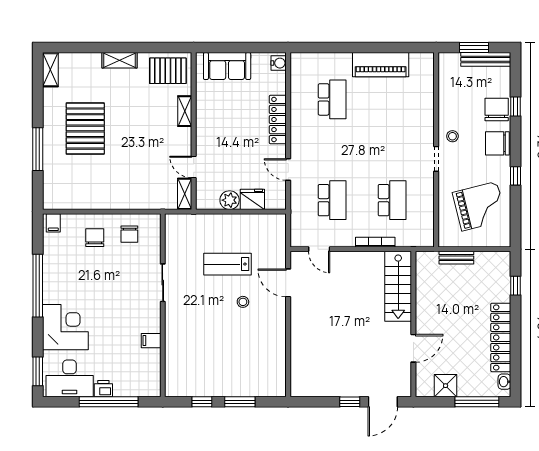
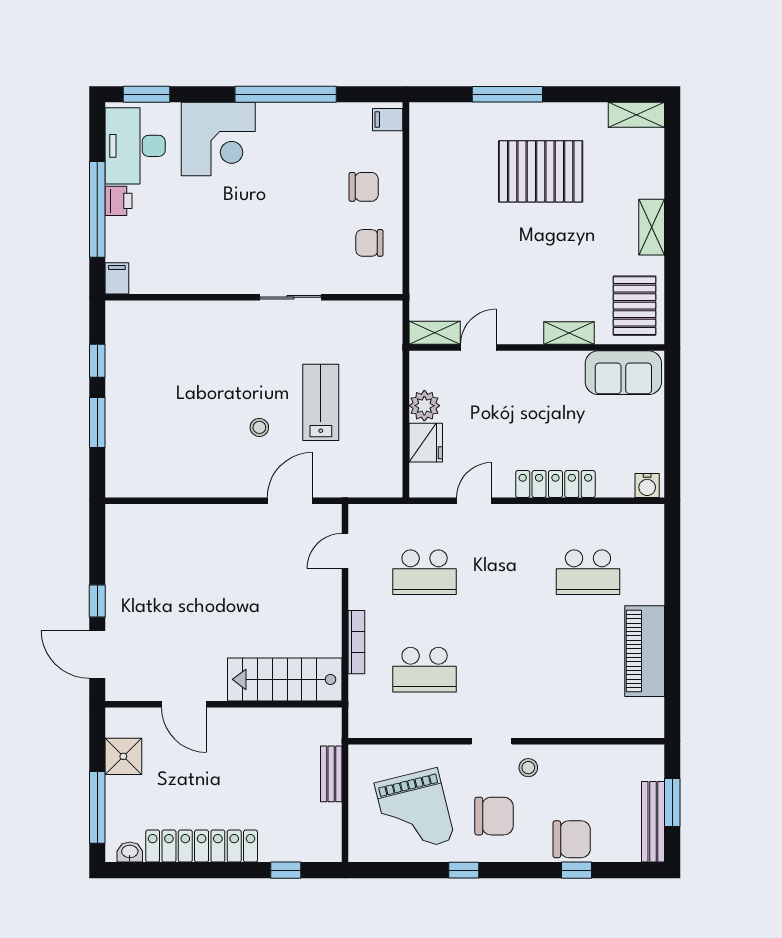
sofa: (227, 66) -> (623, 373), moved, turned -90
chair: (497, 143) -> (494, 816), moved, turned 90
filing cabinet: (151, 341) -> (117, 278), moved

